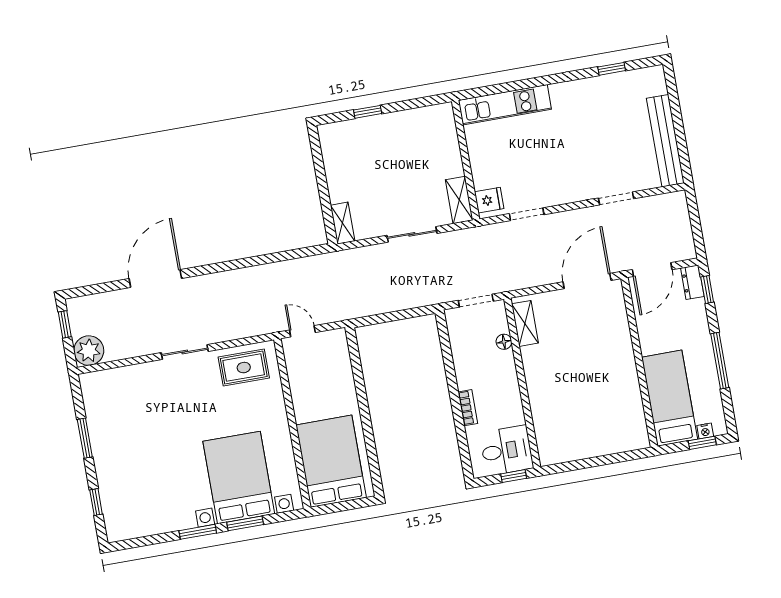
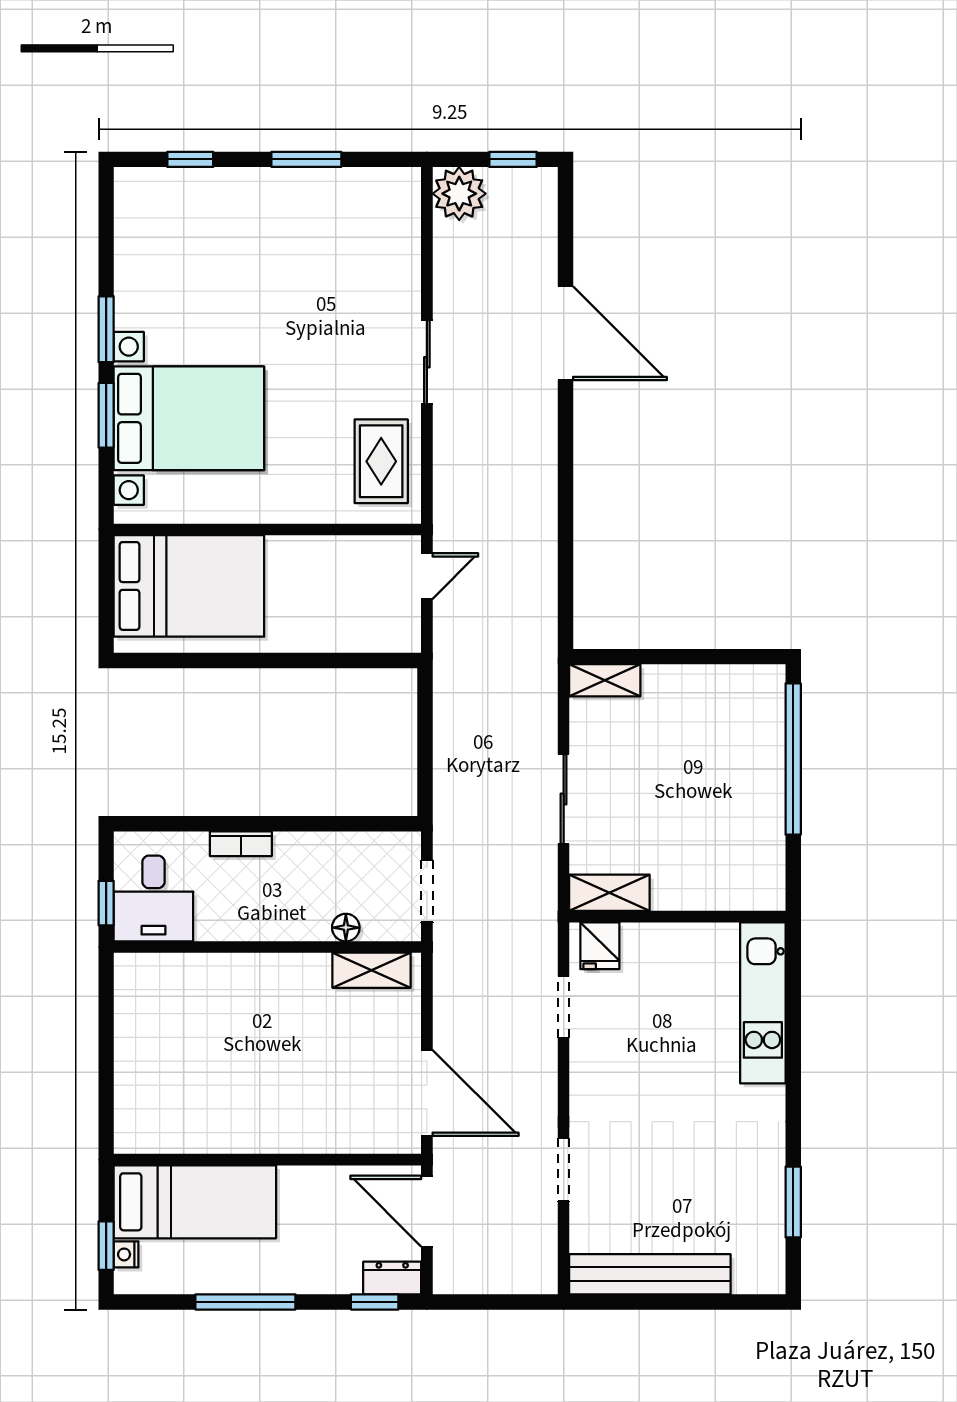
window: (612, 69) -> (793, 1202), width x1.50
window: (368, 112) -> (793, 759), width x3.17

